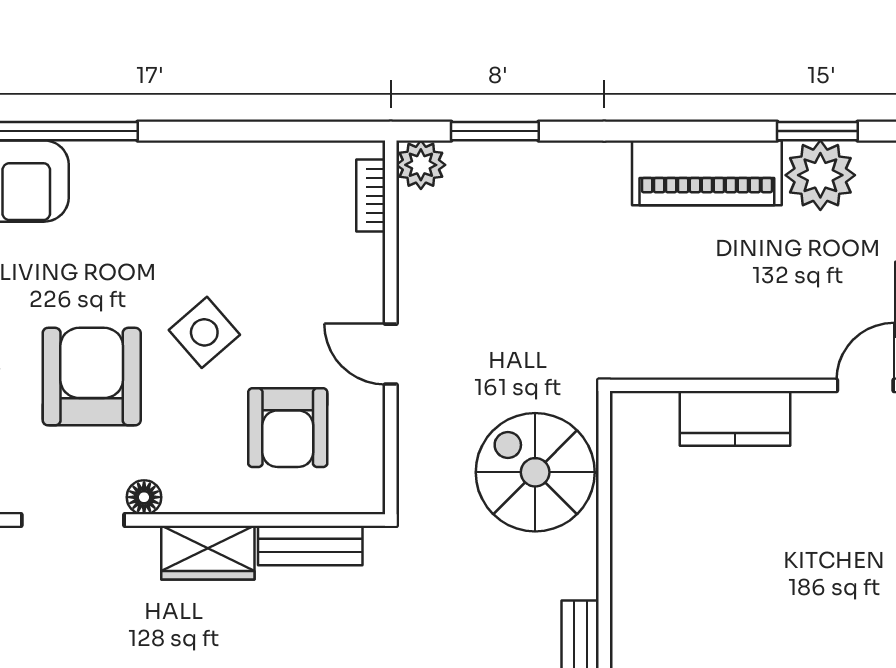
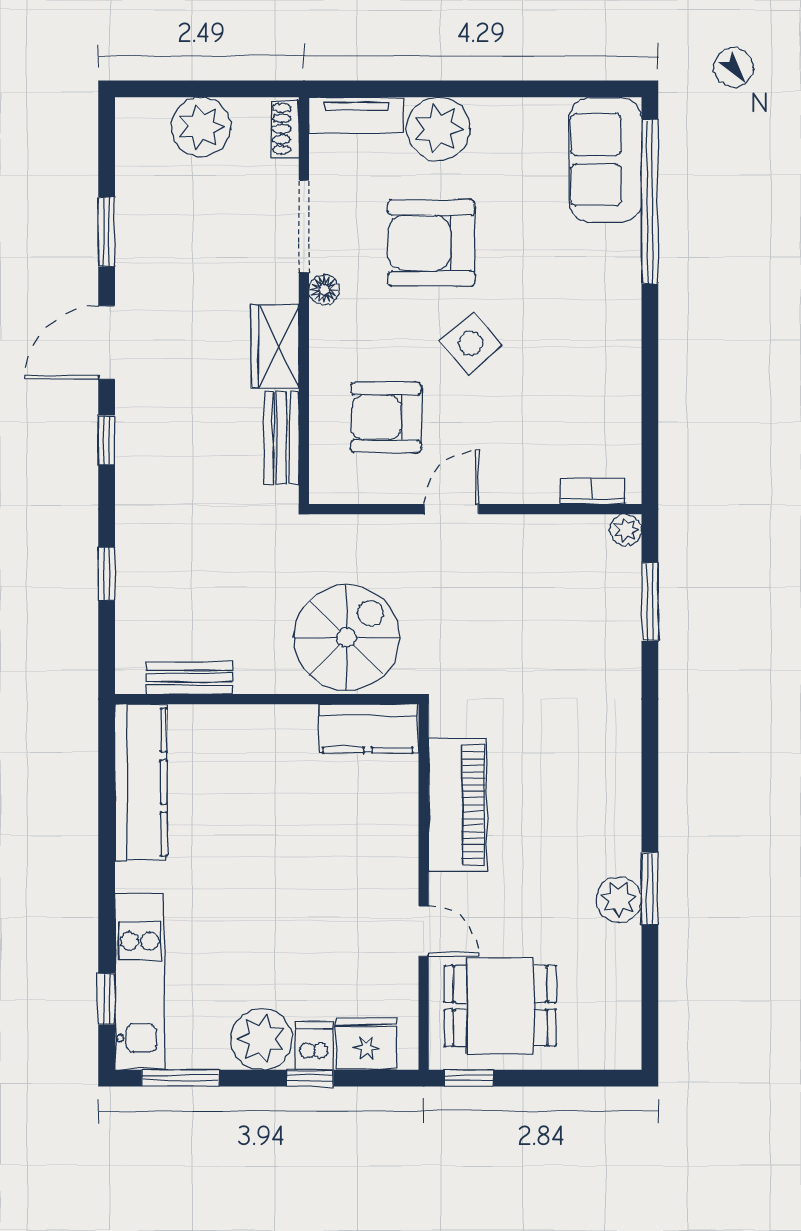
plant: (421, 165) -> (626, 530), width x0.73, depth x0.73
piano: (707, 173) -> (457, 805), moved, turned 180
plant: (820, 175) -> (619, 899), width x0.73, depth x0.73
armchair: (92, 377) -> (431, 243), turned 180
kitchen counter: (735, 418) -> (368, 728), moved, turned -90

